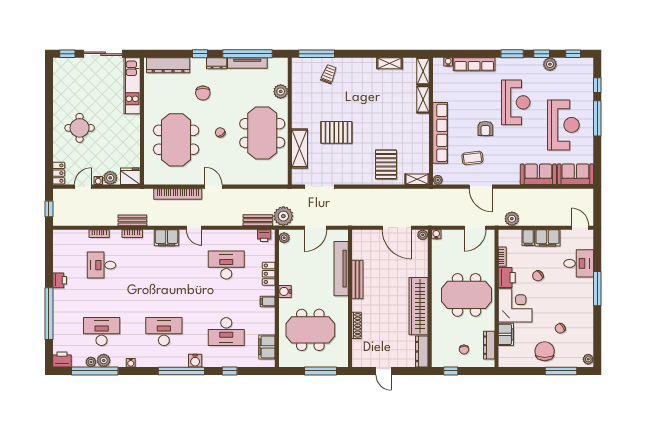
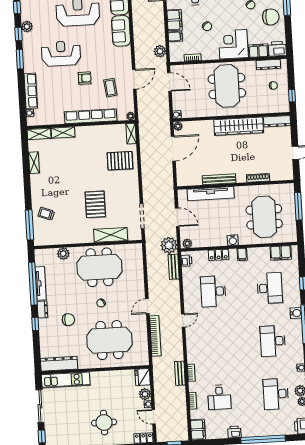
dresser: (168, 65) -> (59, 364), moved, turned -90
filing cabinet: (167, 238) -> (198, 430), moved
printer: (507, 278) -> (277, 49), moved
chair: (545, 351) -> (271, 17), turned 180

